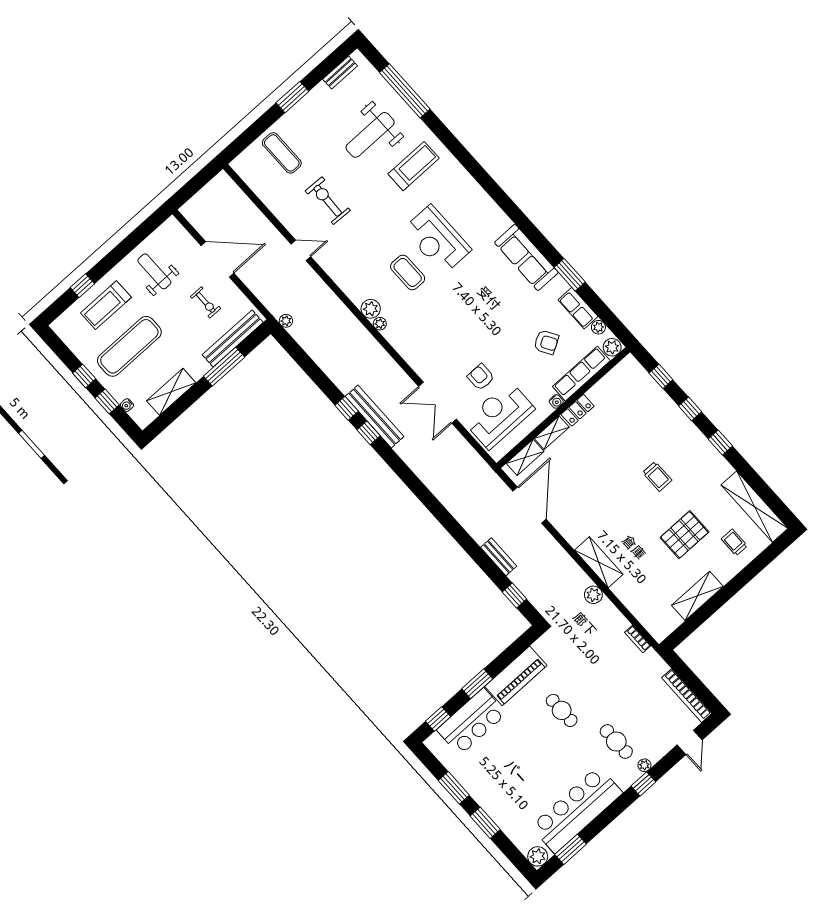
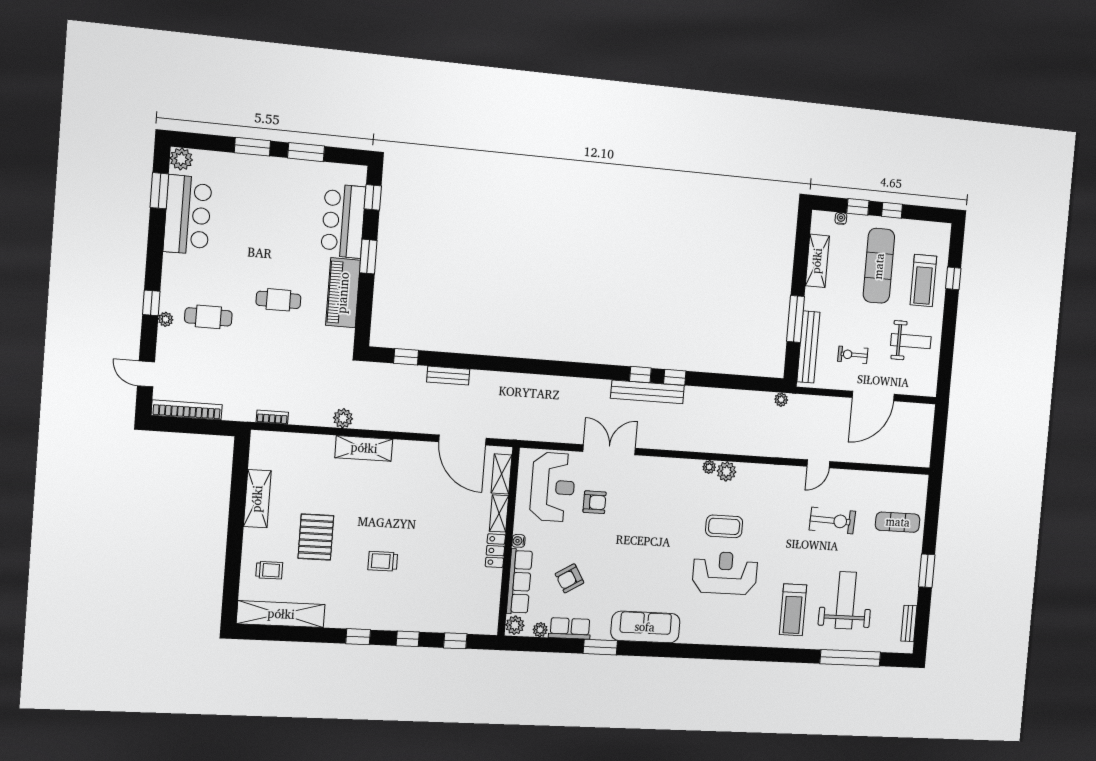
treadmill: (106, 305) -> (923, 280), turned 180
bar counter: (577, 810) -> (188, 215), width x0.73

